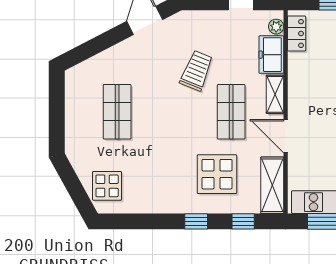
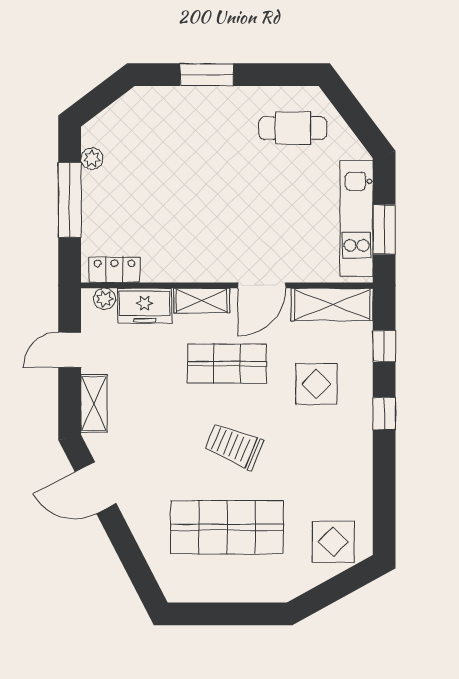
shelving: (203, 19) -> (94, 404), added
trolley: (197, 71) -> (234, 446), moved
shop shelf: (117, 112) -> (227, 527), width x1.43, depth x1.36
display table: (217, 174) -> (316, 384), width x0.73, depth x0.73

